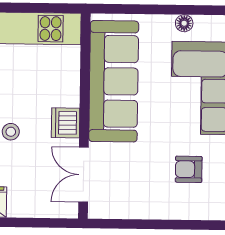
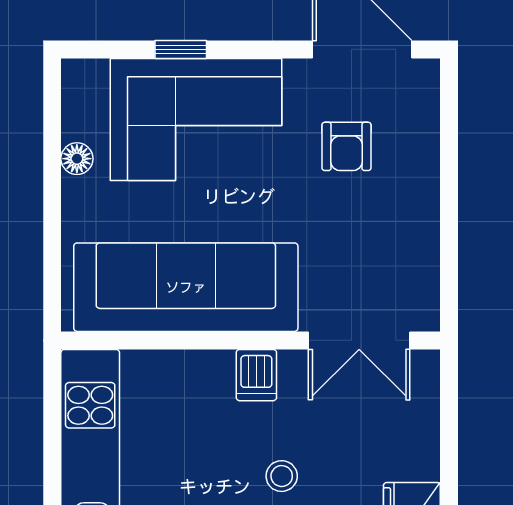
dishwasher: (66, 123) -> (256, 375), width x0.73

